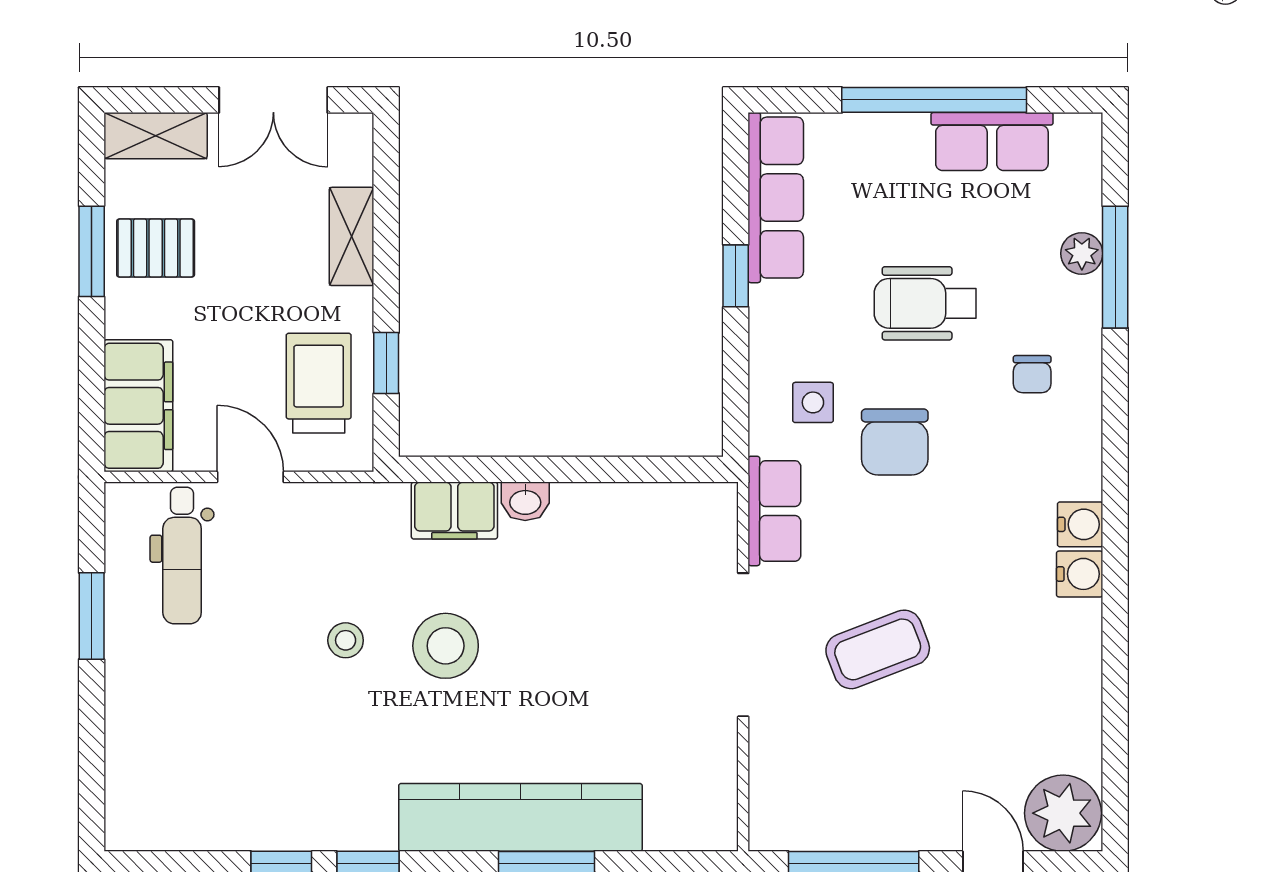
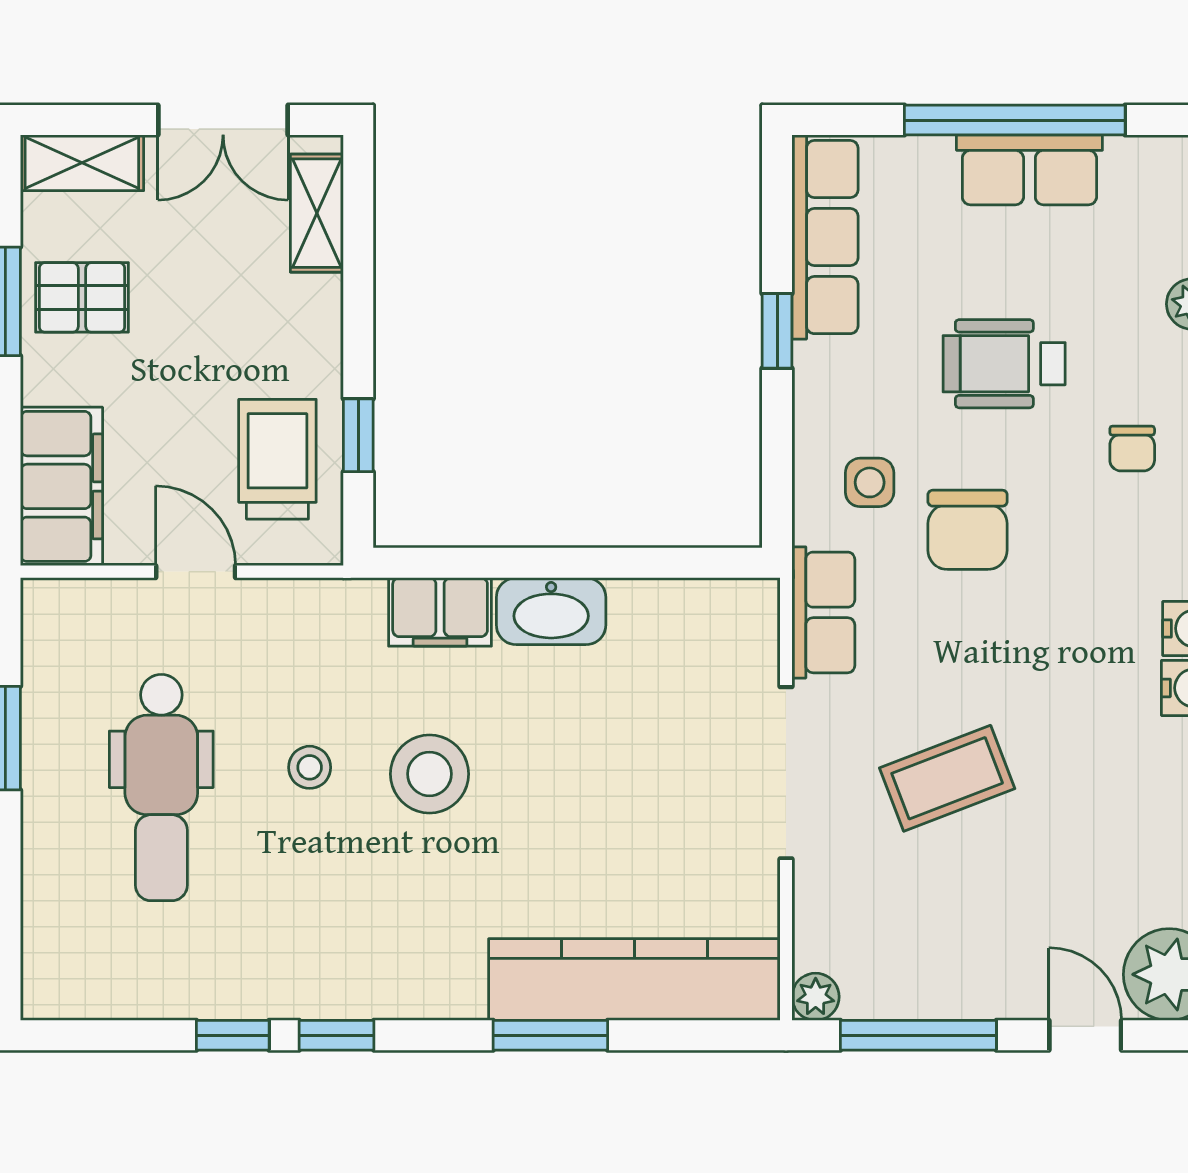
row of seats: (992, 142) -> (1029, 170), moved
shelving: (352, 236) -> (317, 213), moved
washbasin: (525, 501) -> (551, 611), width x1.91, depth x1.45
dental chair: (182, 556) -> (161, 788), moved, width x1.36, depth x1.38
kitchen counter: (520, 817) -> (634, 980), moved
plant: (768, 832) -> (816, 997), added

